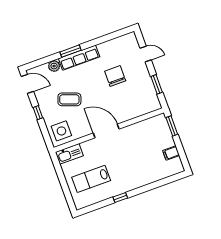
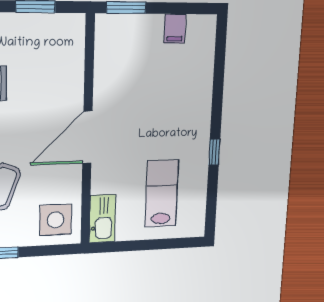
lab bench: (91, 179) -> (162, 193), turned 180

